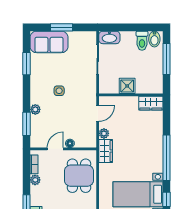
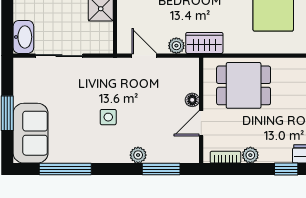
window: (26, 64) -> (65, 169), width x1.44
door: (55, 149) -> (201, 123), hinge flipped

